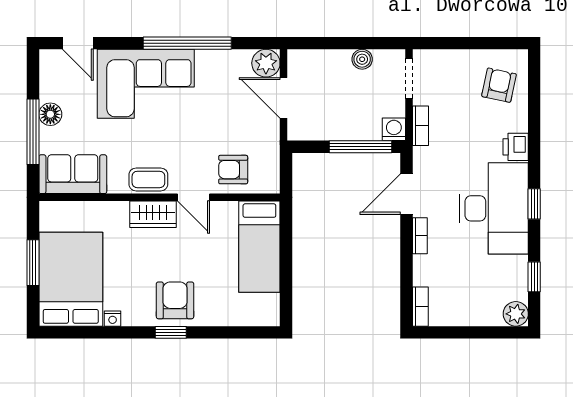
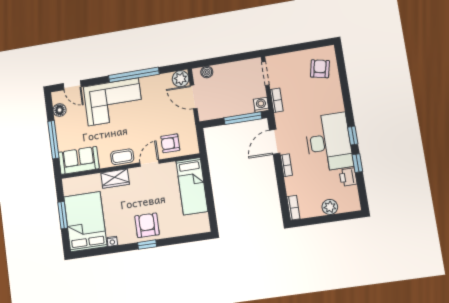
boiler: (362, 59) -> (207, 72), moved
floor lamp: (50, 114) -> (60, 110), moved
printer: (516, 147) -> (348, 177), moved
door: (193, 197) -> (150, 163), swing flipped
wardrobe: (153, 214) -> (115, 179), moved
window: (534, 277) -> (357, 163), moved
plant: (516, 314) -> (330, 207), moved

